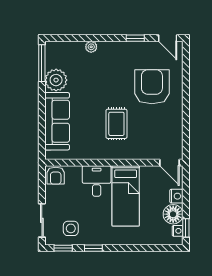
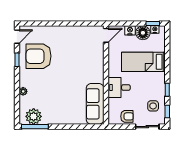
plant: (56, 80) -> (34, 116), moved
armchair: (152, 87) -> (38, 56), moved
sofa: (57, 121) -> (95, 104), moved, turned -90
rug: (116, 124) -> (78, 73), removed
armchair: (56, 176) -> (127, 116), moved
bed: (126, 196) -> (143, 62), moved, turned 180

